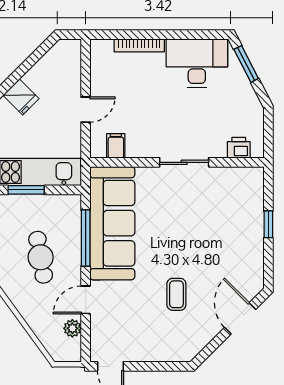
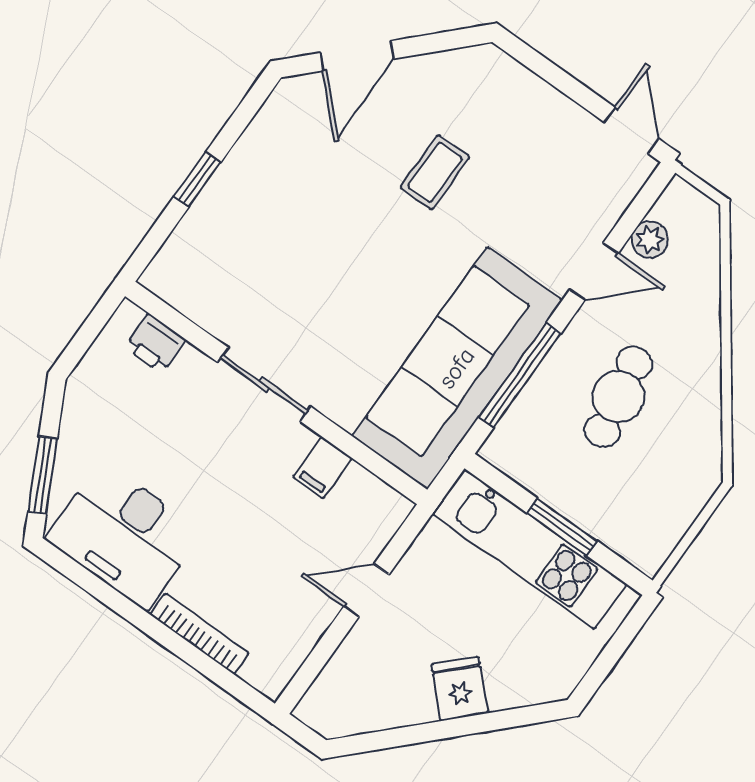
filing cabinet: (116, 146) -> (323, 468), moved

